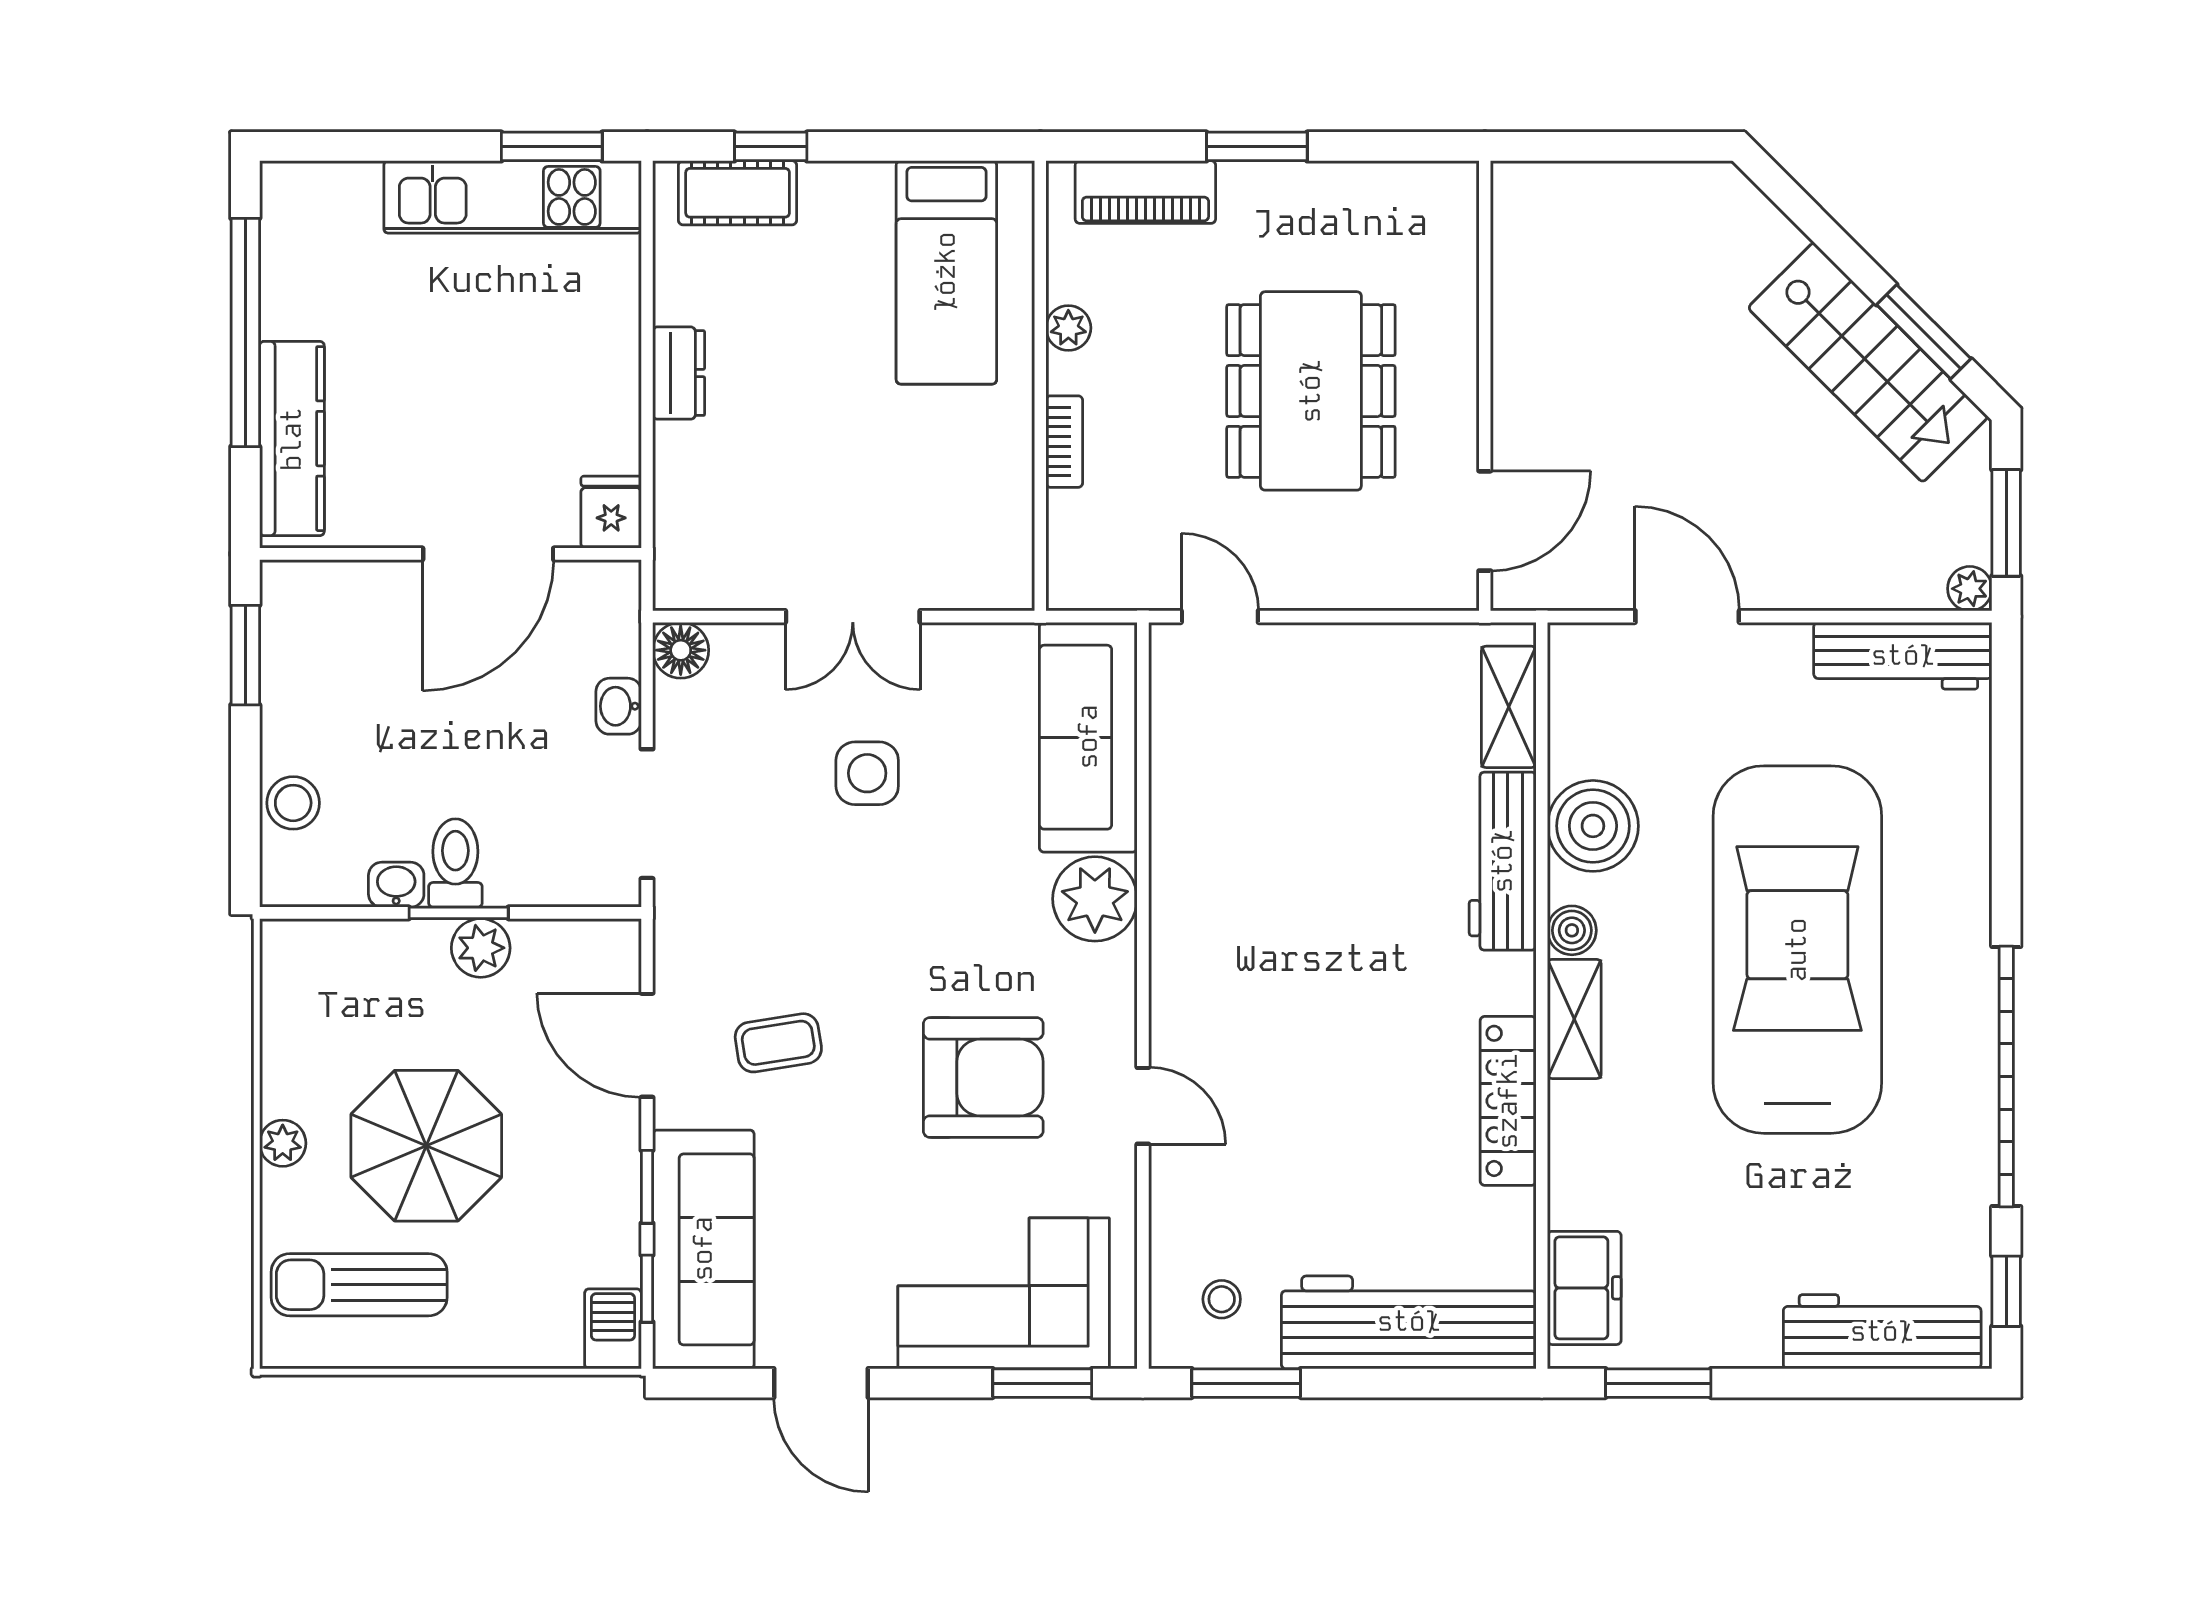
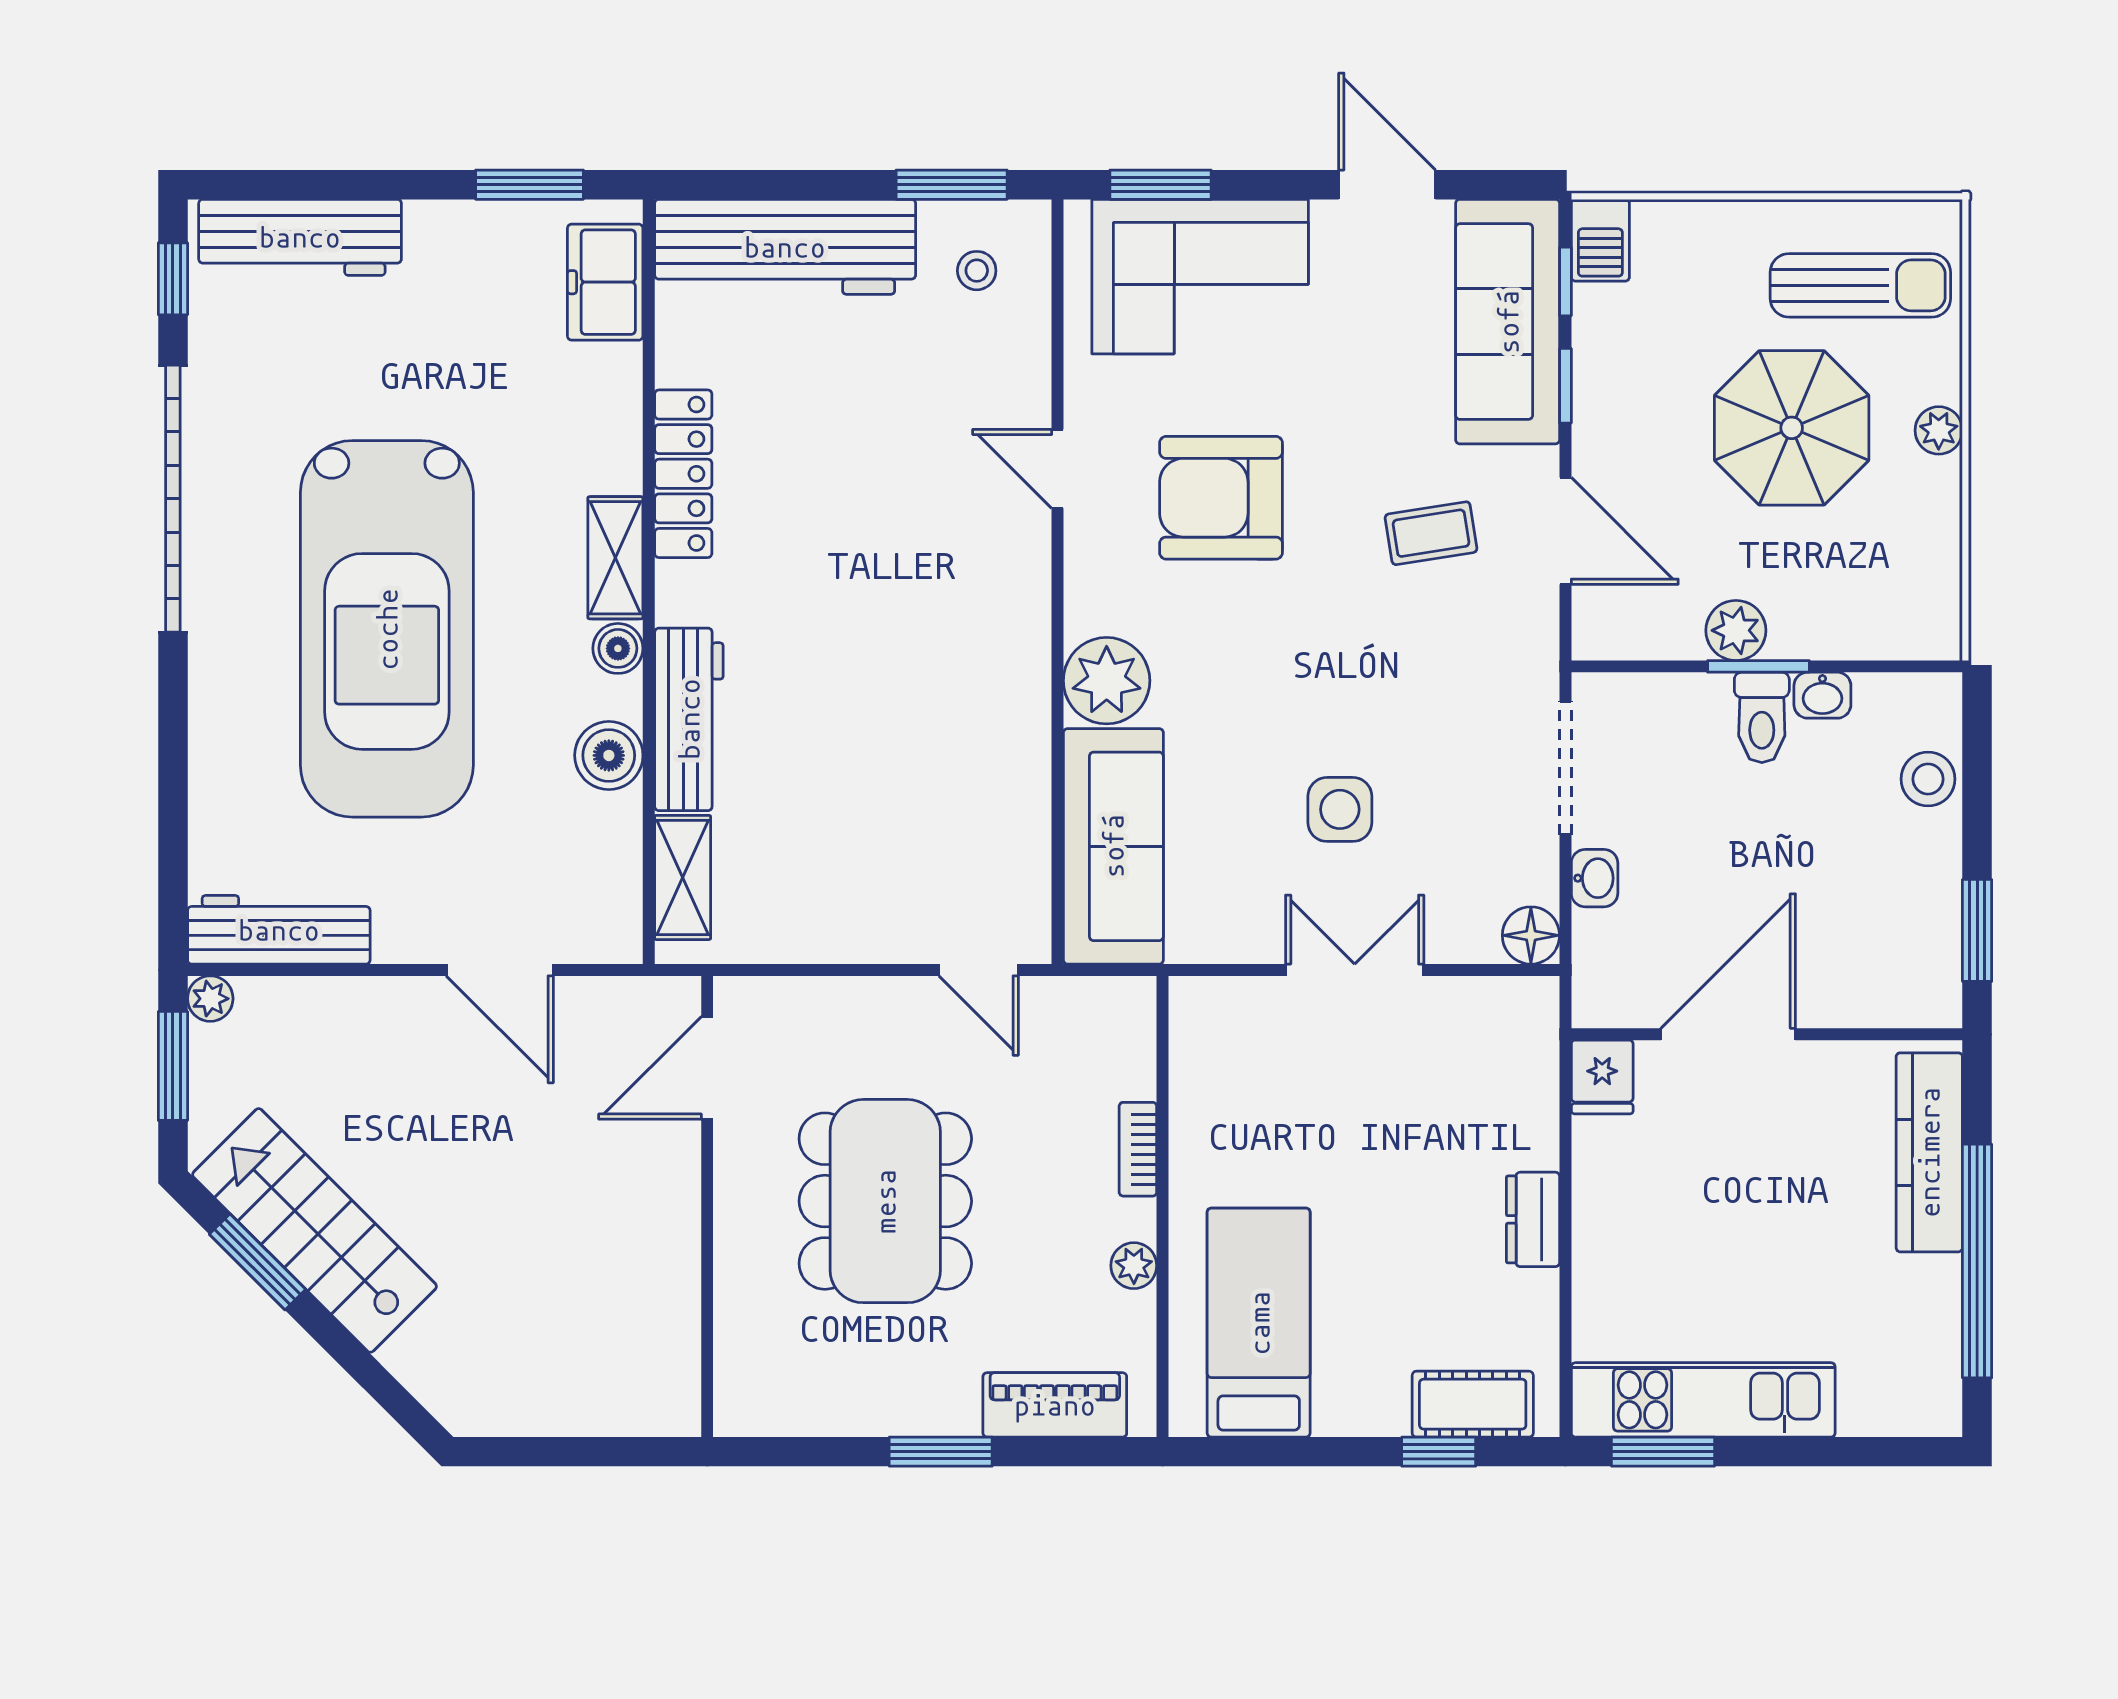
boiler: (1593, 826) -> (609, 755), width x0.73, depth x0.73

